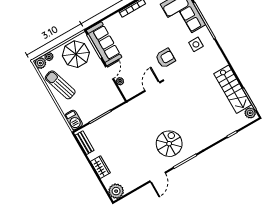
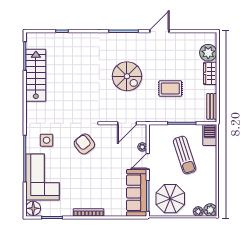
armchair: (165, 58) -> (84, 144), turned 52
sun lounger: (60, 85) -> (185, 155), moved
door: (152, 87) -> (127, 123), moved
plant: (250, 113) -> (32, 42), removed
rug: (124, 138) -> (170, 88), added
spiral stairs: (169, 144) -> (127, 76), moved, turned -90
plant: (116, 191) -> (208, 53), moved

